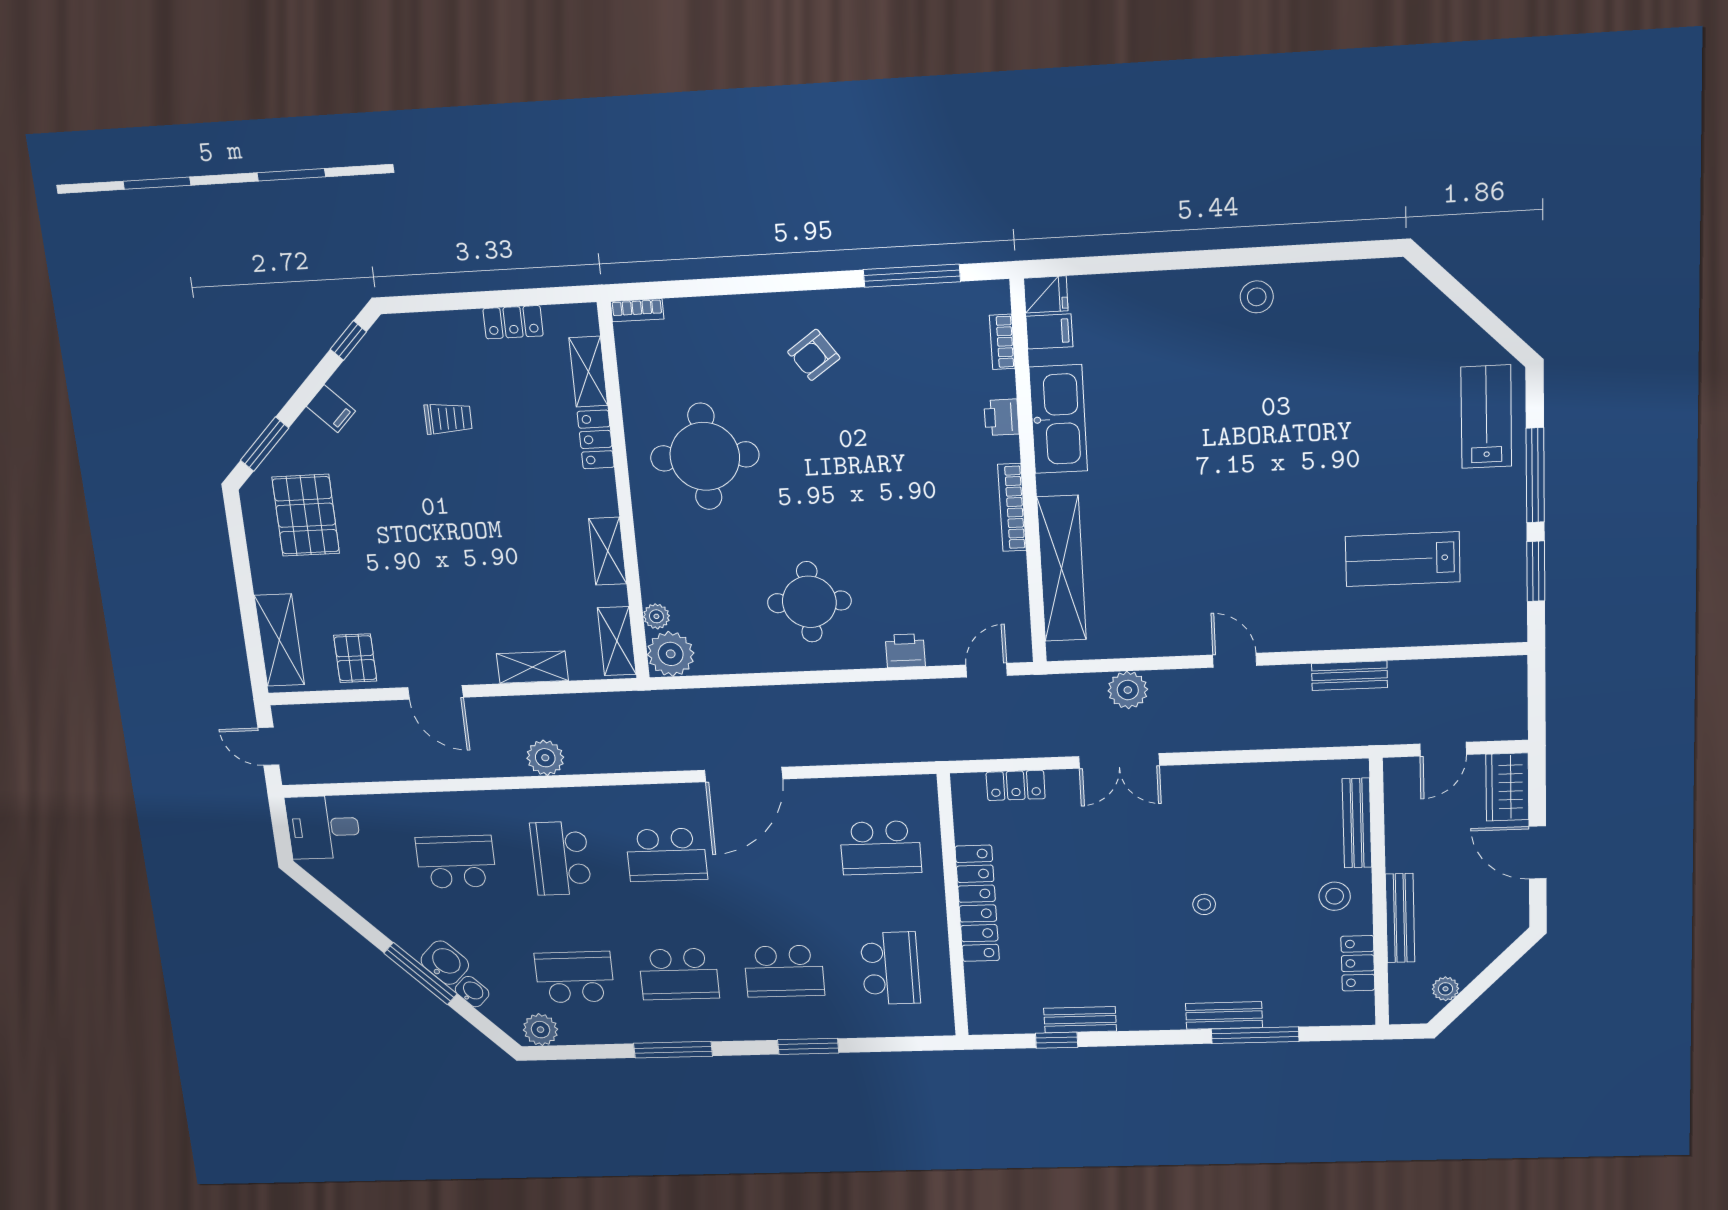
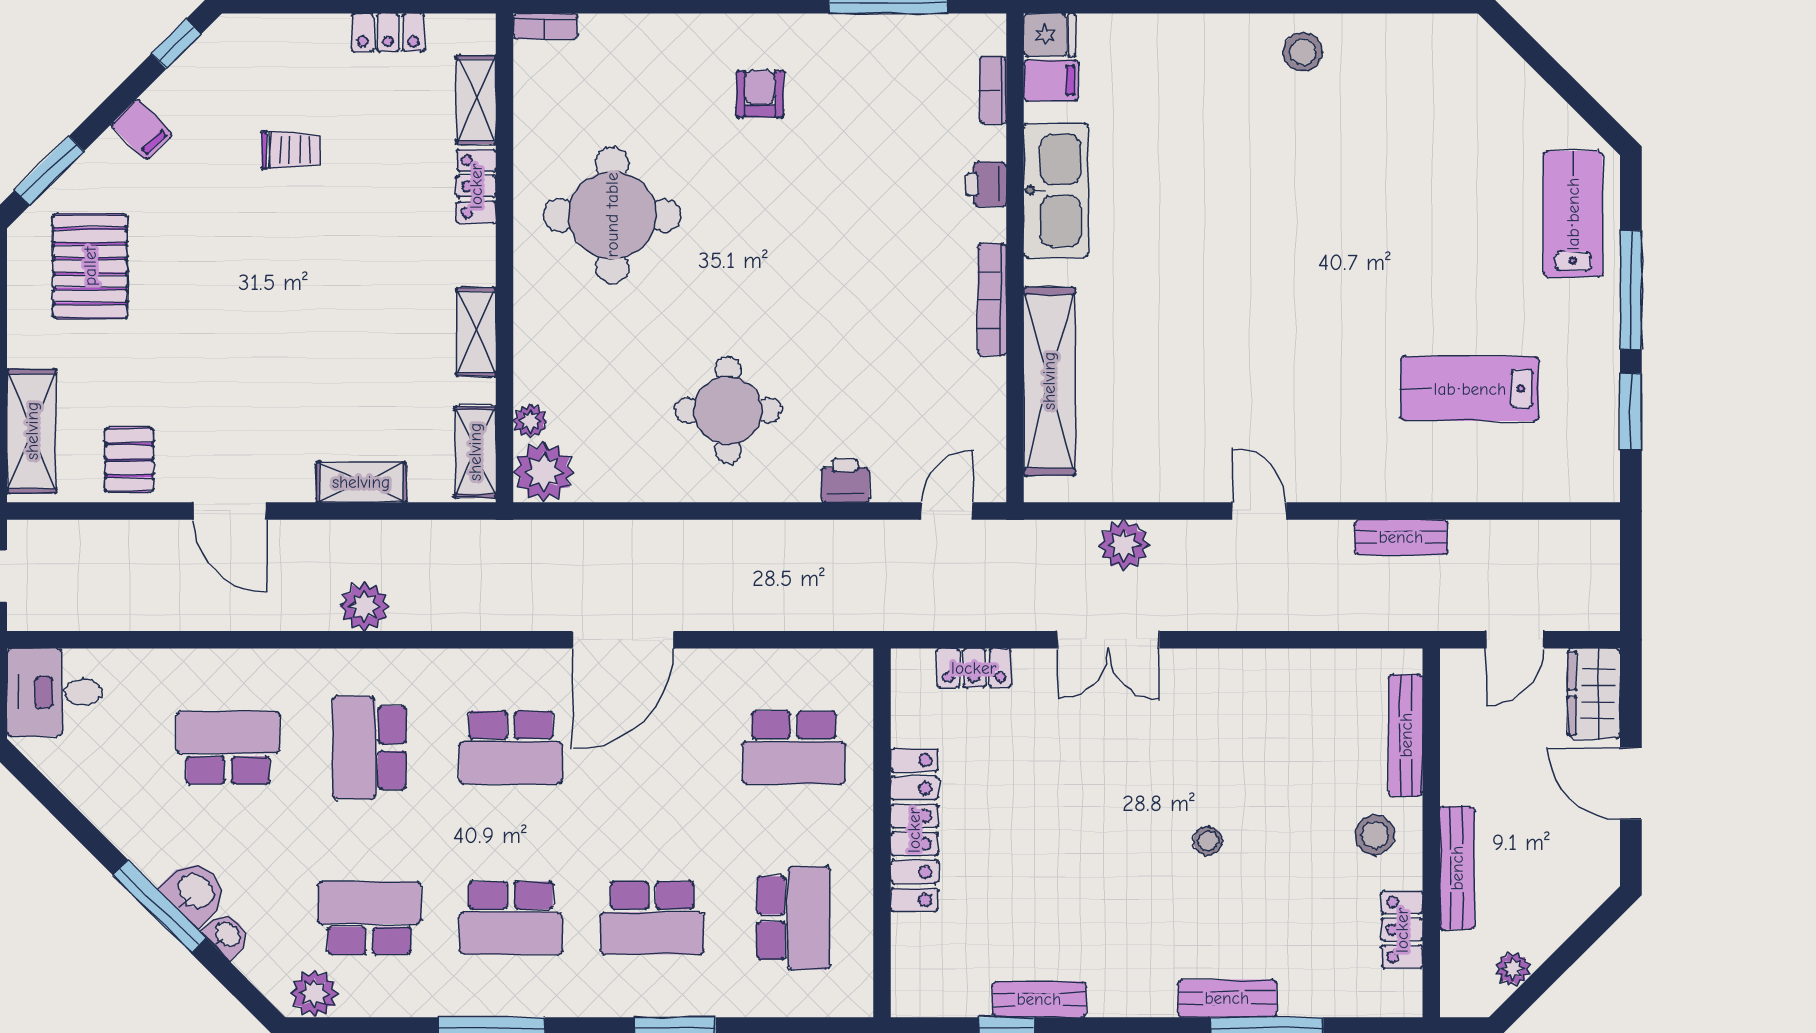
armchair: (814, 355) -> (760, 94), turned 125

